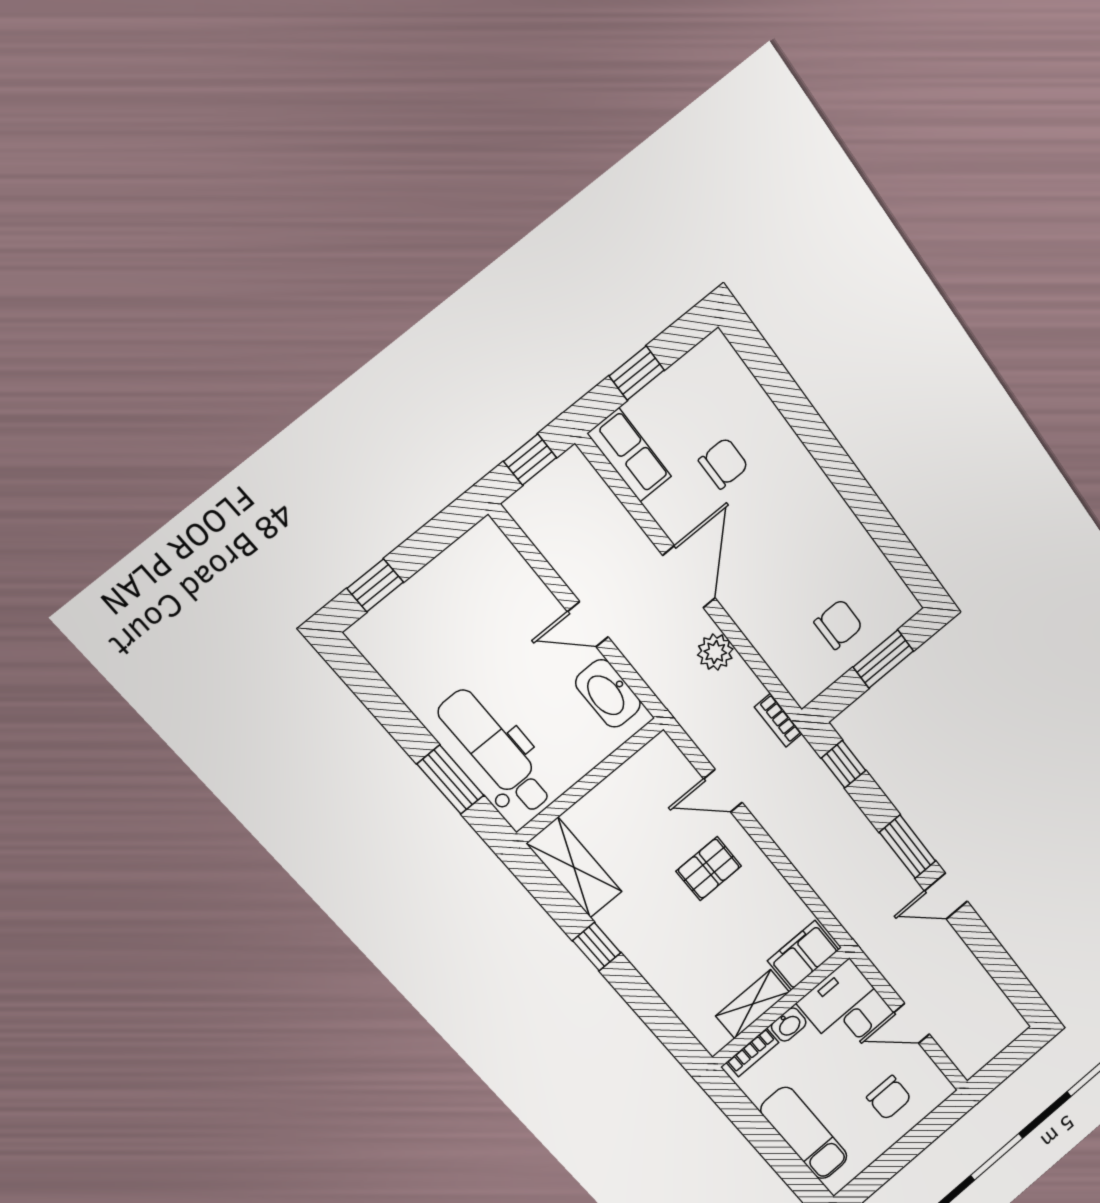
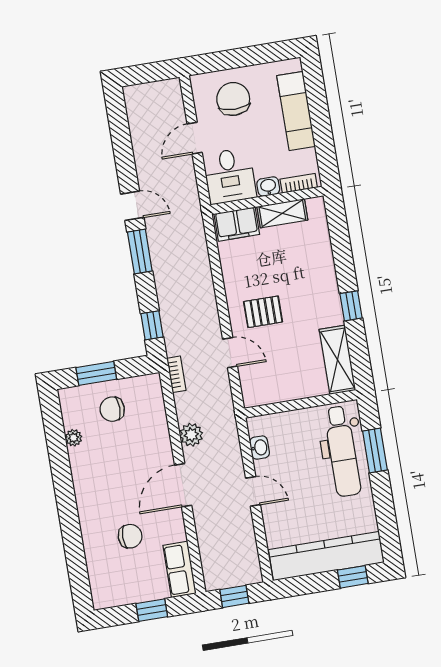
chair: (723, 463) -> (130, 536), turned 180
plant: (869, 556) -> (74, 438), added
kitchen counter: (431, 593) -> (326, 556), added
washbasin: (608, 693) -> (260, 448), width x0.52, depth x0.69
door: (912, 1023) -> (195, 138), swing flipped
chair: (889, 1098) -> (233, 99), width x1.37, depth x1.37

